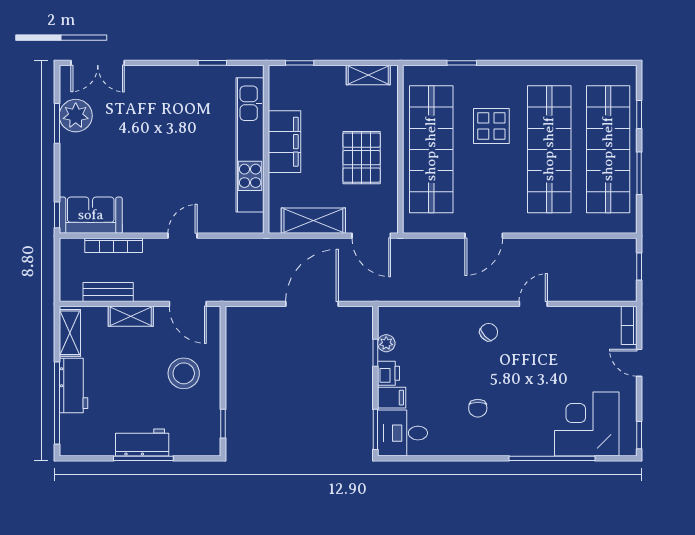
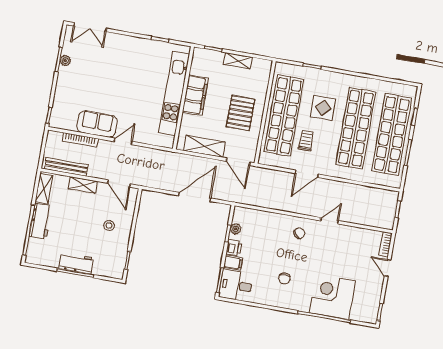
shelving: (368, 75) -> (238, 61), moved
plant: (76, 116) -> (65, 61), width x0.53, depth x0.53
trolley: (474, 183) -> (306, 140), added
sofa: (91, 215) -> (97, 124), moved
bench: (108, 292) -> (66, 167), width x1.36
stool: (184, 373) -> (109, 225), width x0.53, depth x0.53
corner desk: (587, 424) -> (333, 297), moved

